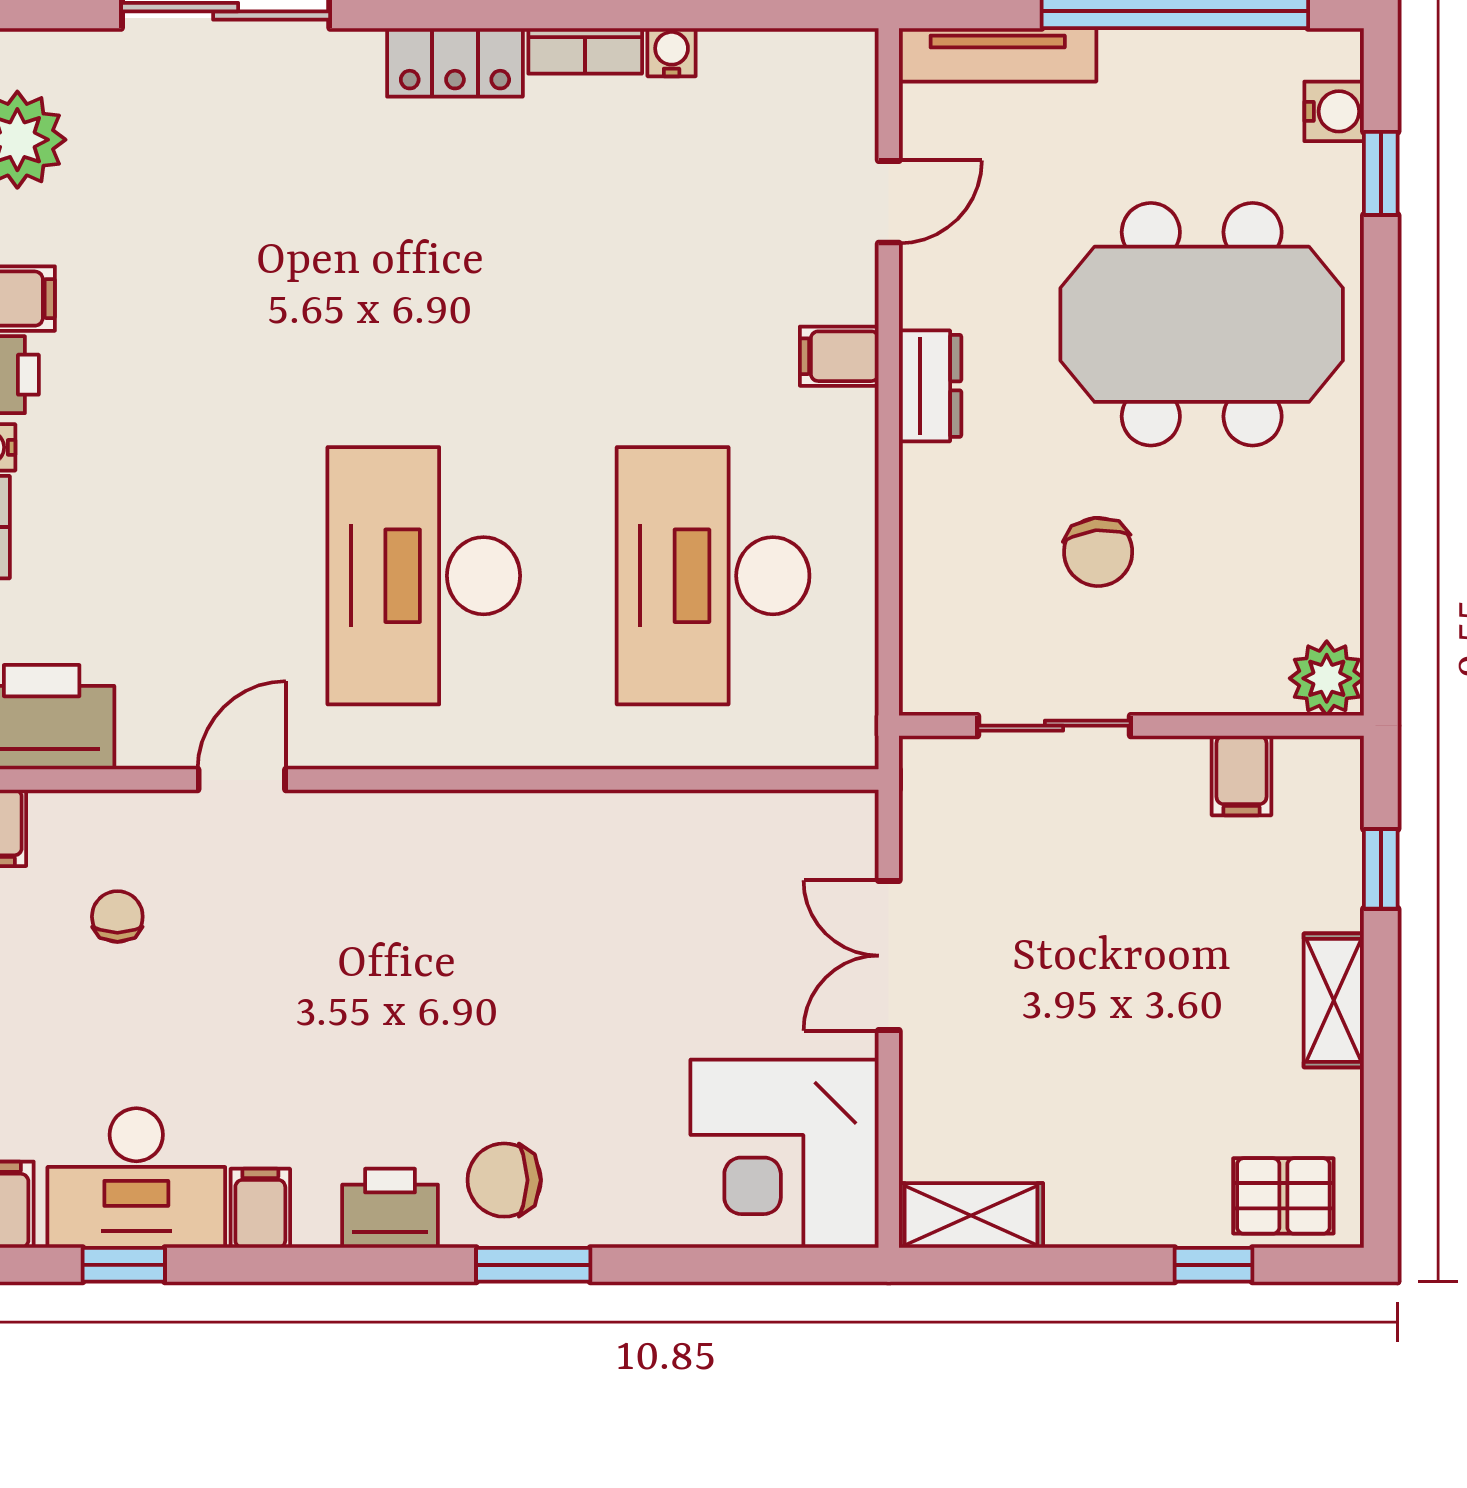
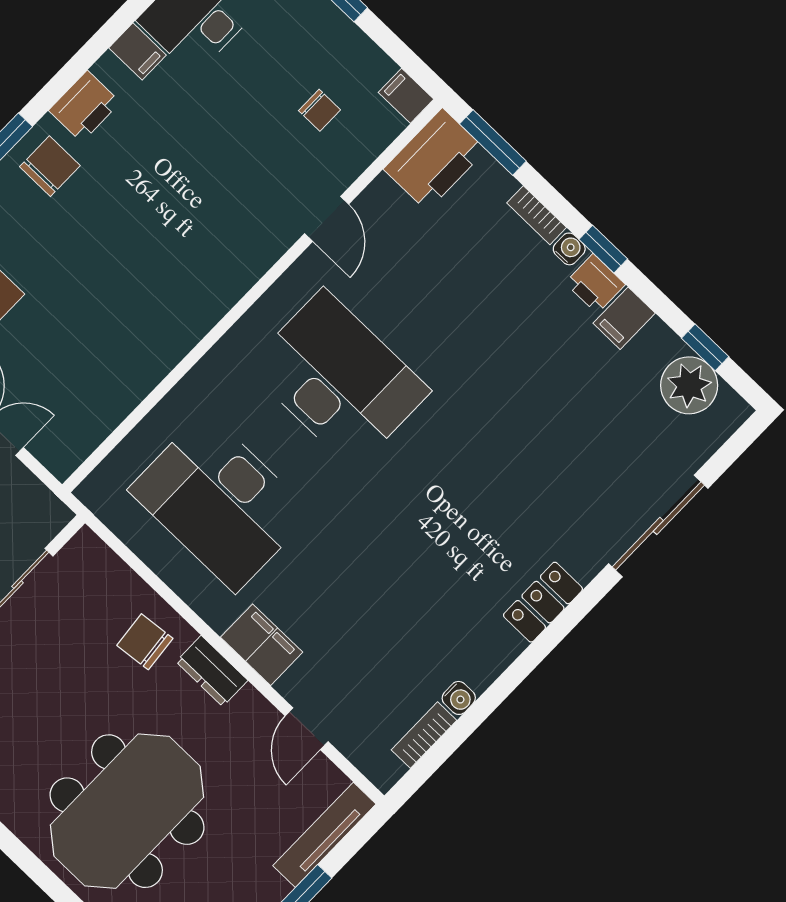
bookcase: (585, 51) -> (424, 735), moved
filing cabinet: (839, 356) -> (262, 645), width x2.00
chair: (1098, 552) -> (145, 642), moved
desk: (713, 576) -> (220, 502), turned 180

